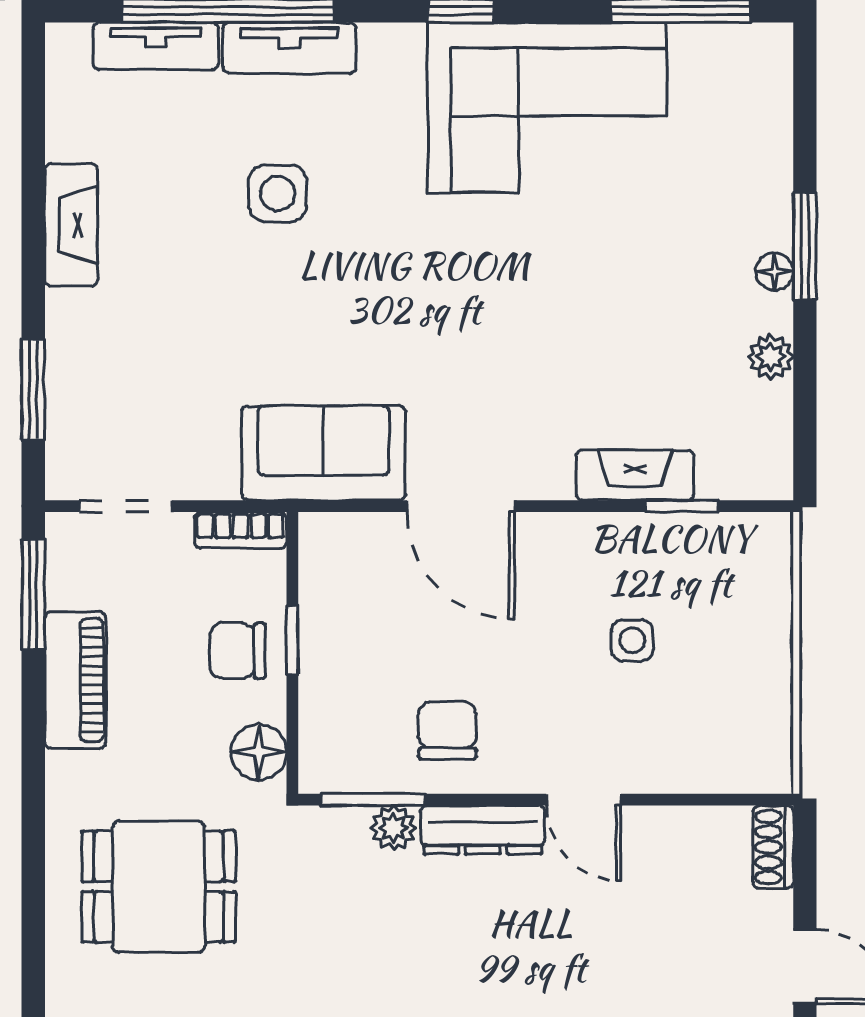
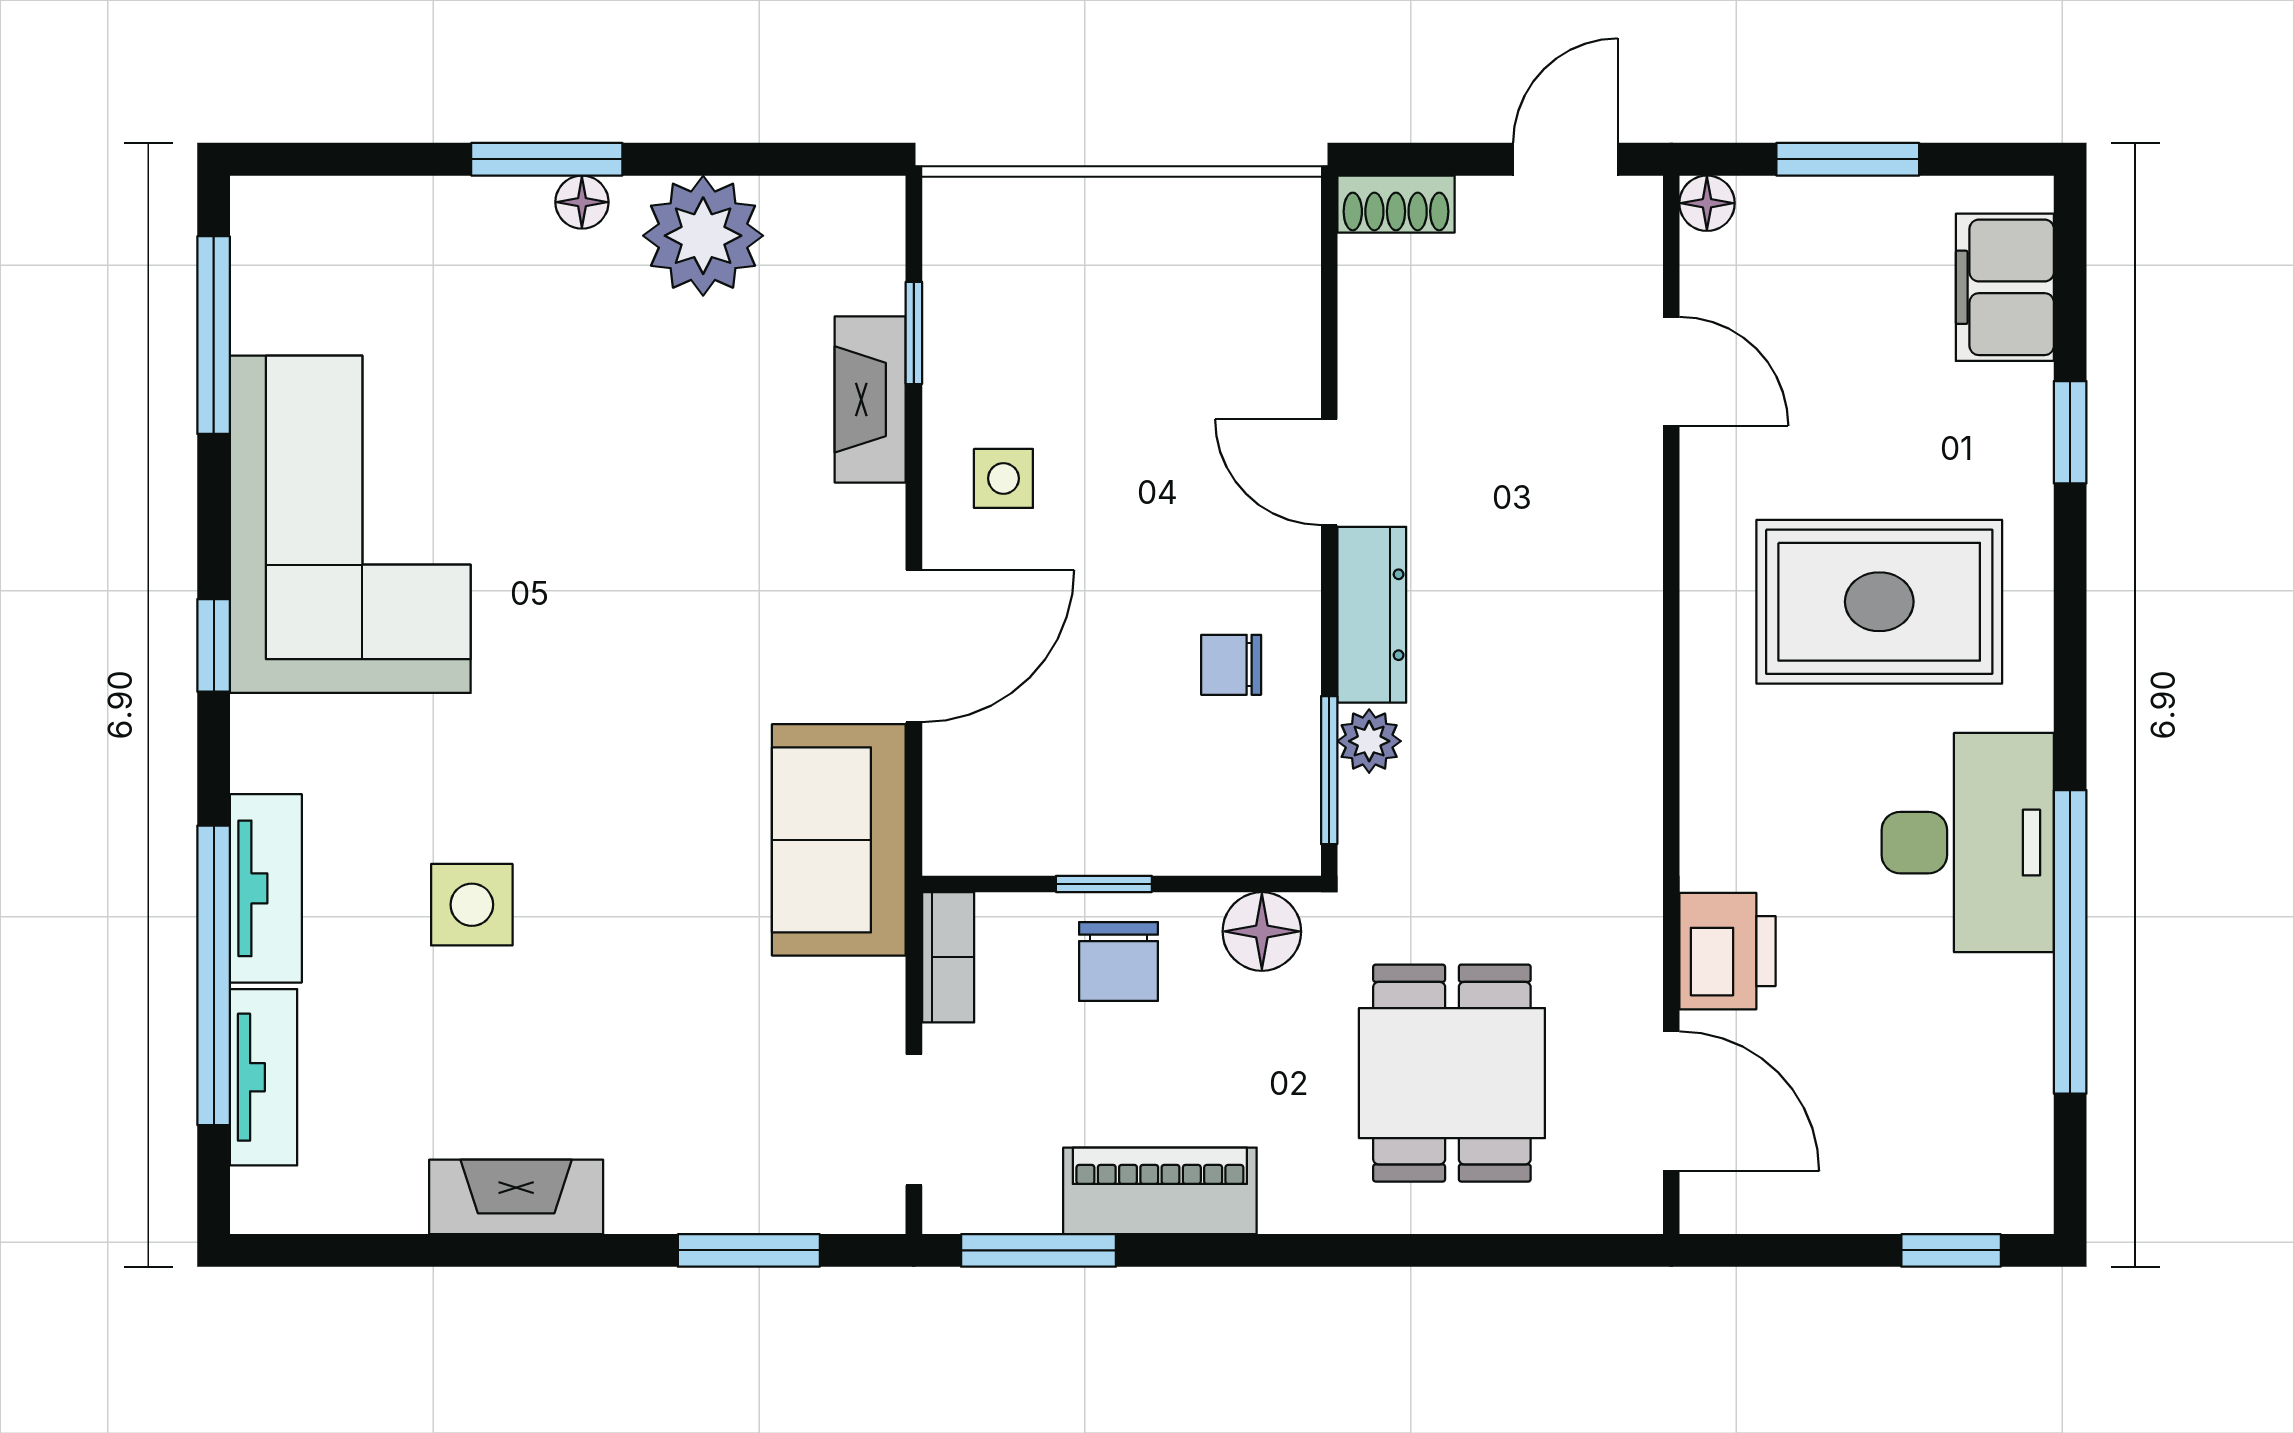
plant: (771, 357) -> (703, 236), width x1.88, depth x1.88
side table: (632, 641) -> (1003, 478), moved
chair: (447, 730) -> (1231, 665), width x0.73, depth x0.73
door: (584, 800) -> (1329, 472), swing flipped

